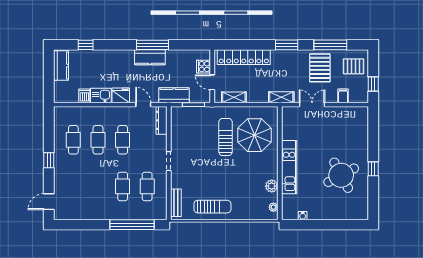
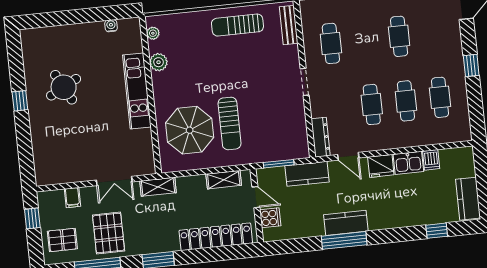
round table: (341, 175) -> (64, 87), width x0.73, depth x0.73
cafe table: (123, 186) -> (399, 36), moved

